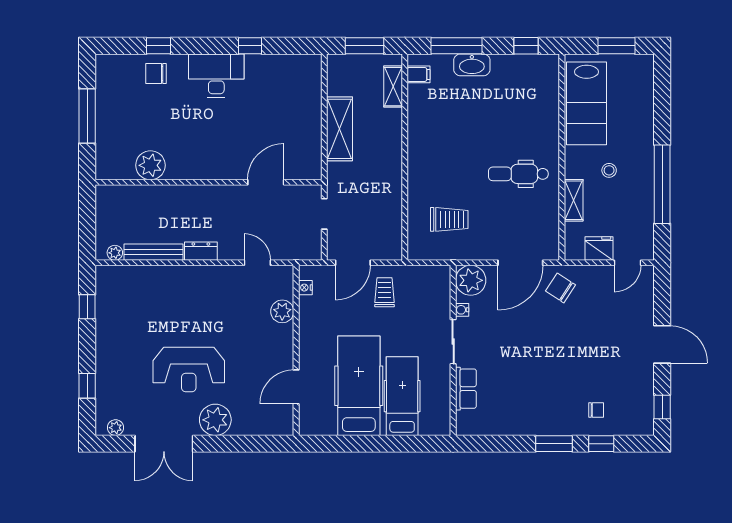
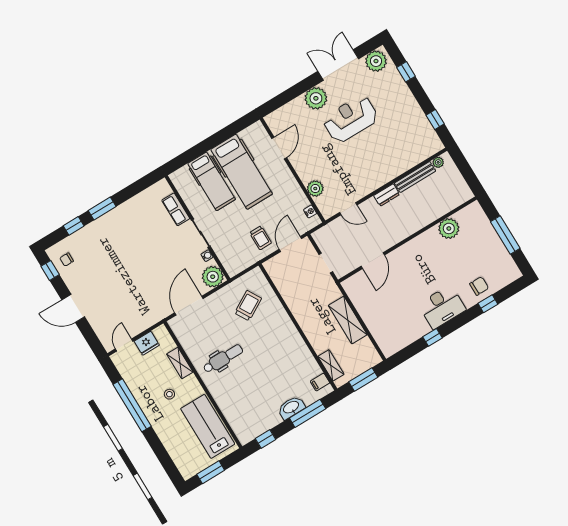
trolley: (449, 219) -> (248, 306), turned 150
chair: (560, 288) -> (156, 305), removed
chair: (596, 410) -> (67, 260), moved
plant: (116, 428) -> (376, 61), width x1.87, depth x1.87

